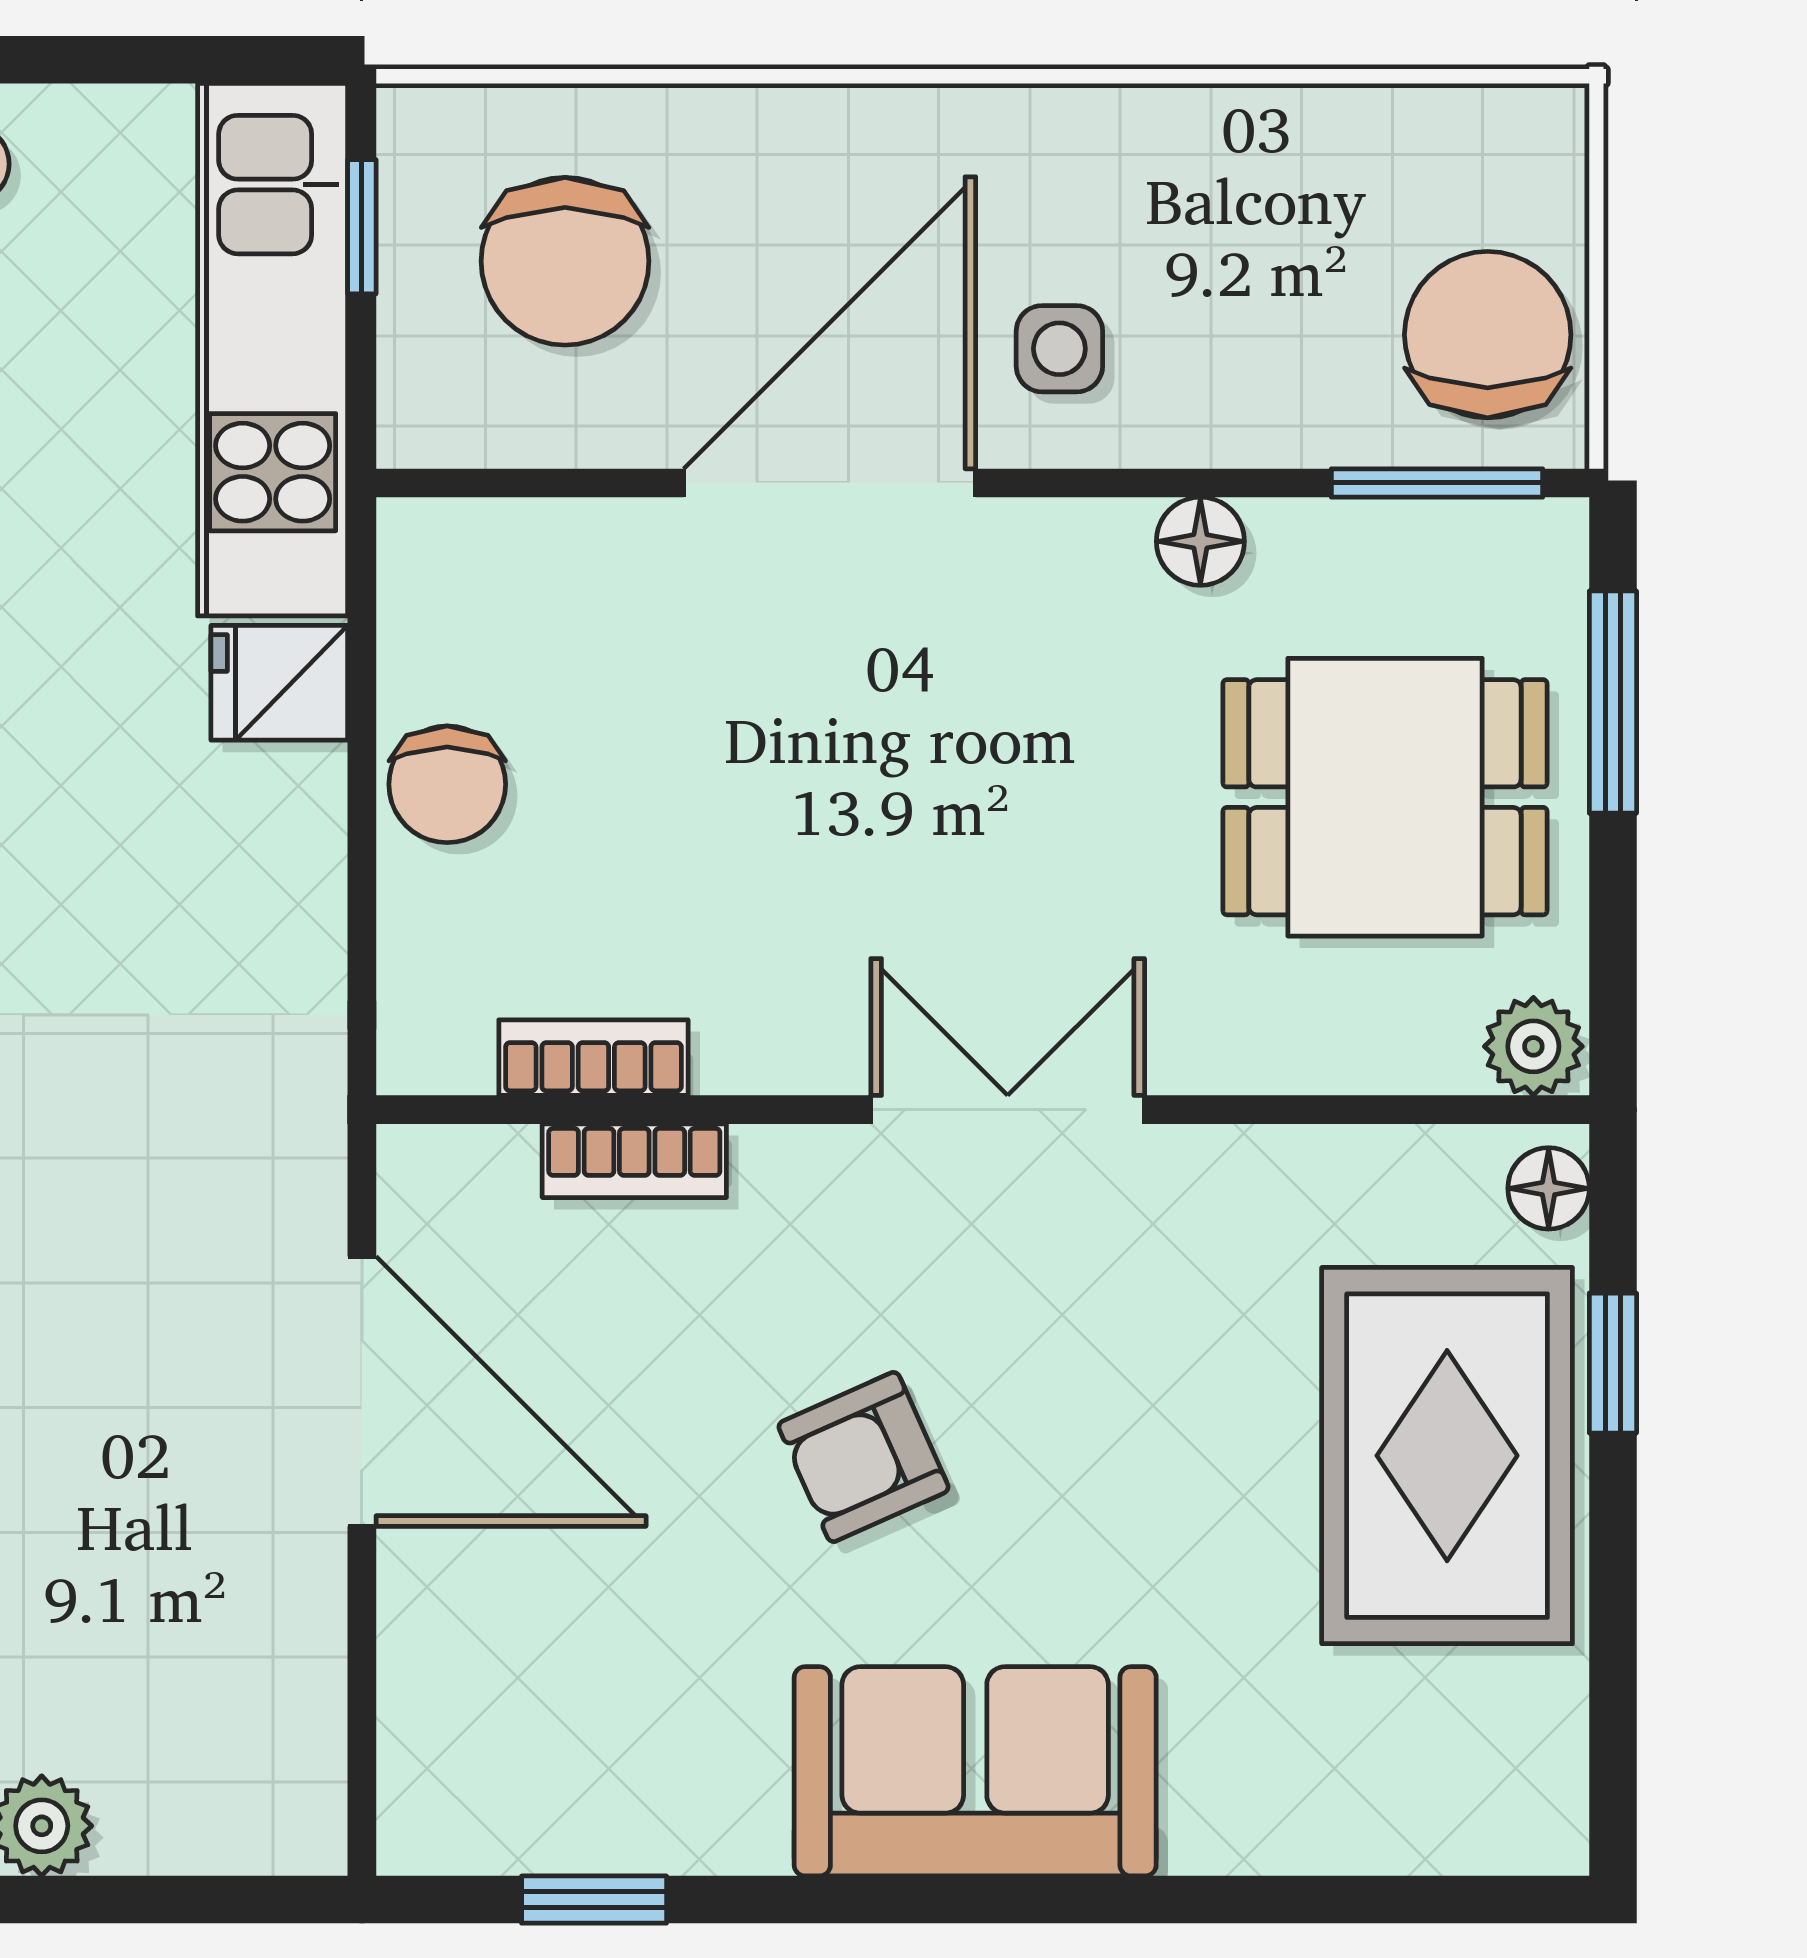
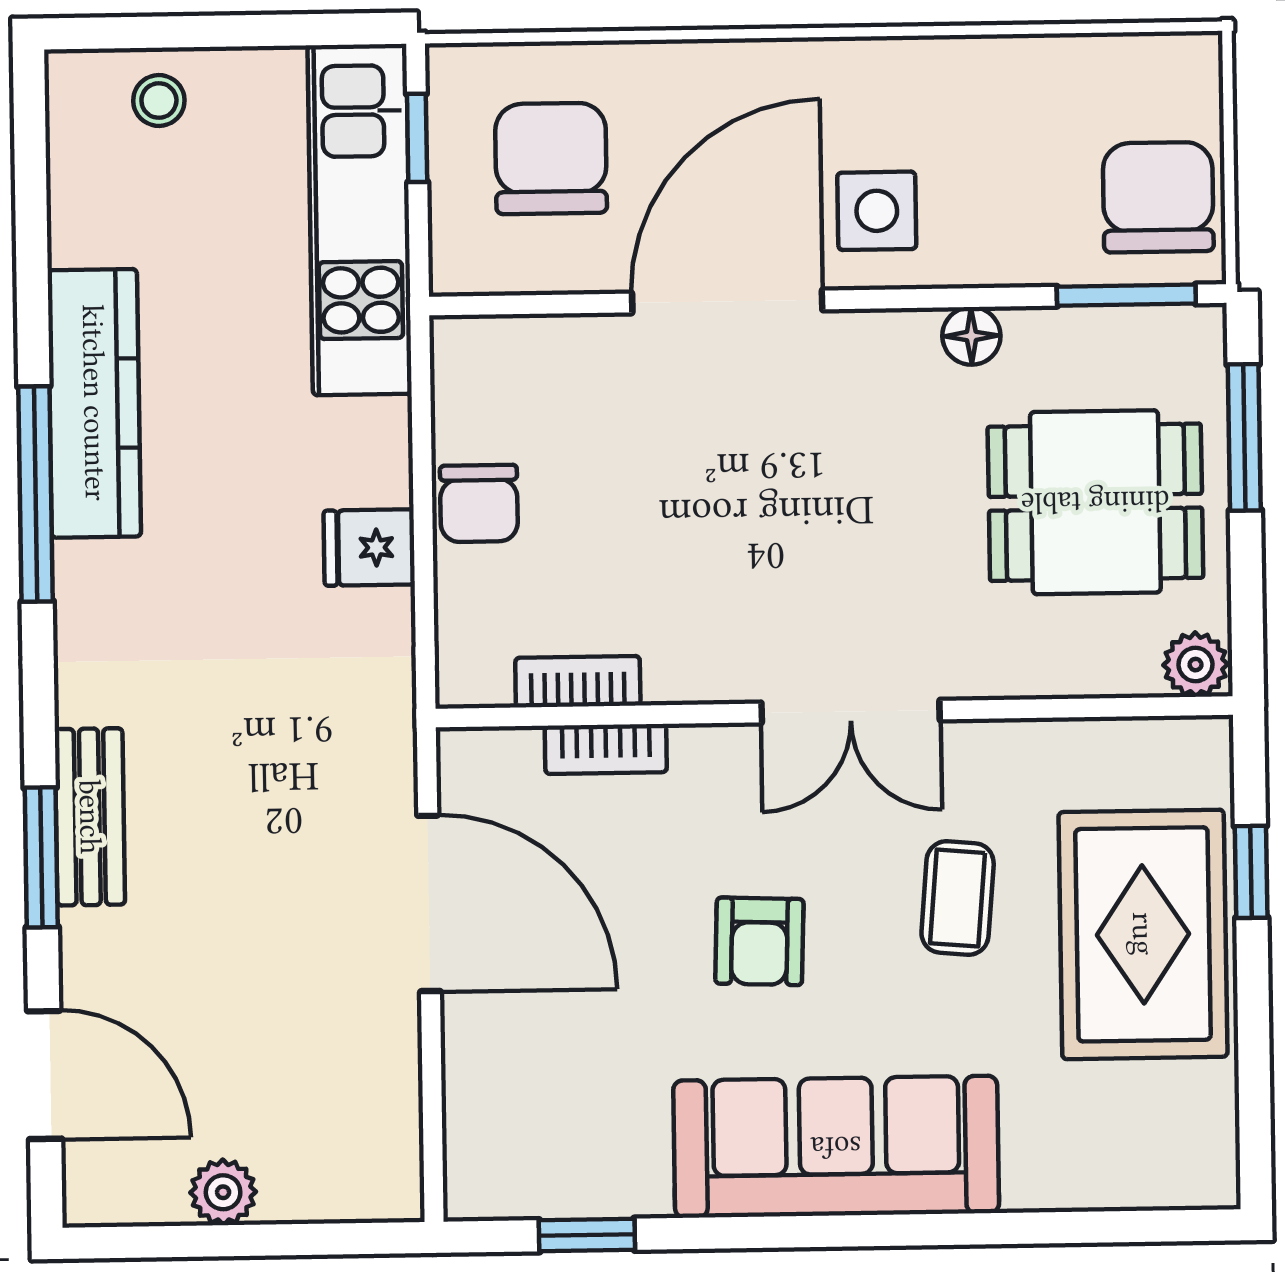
chair: (565, 261) -> (551, 158), turned 180
side table: (1059, 349) -> (877, 211), width x1.37, depth x1.37
fridge: (279, 683) -> (369, 548), moved
double door: (1008, 1110) -> (851, 712), swing flipped
floor lamp: (1549, 1188) -> (1207, 758), removed
coffee table: (1166, 1396) -> (958, 898), added
armchair: (864, 1457) -> (759, 941), turned -64
sofa: (975, 1771) -> (836, 1147), width x1.36

